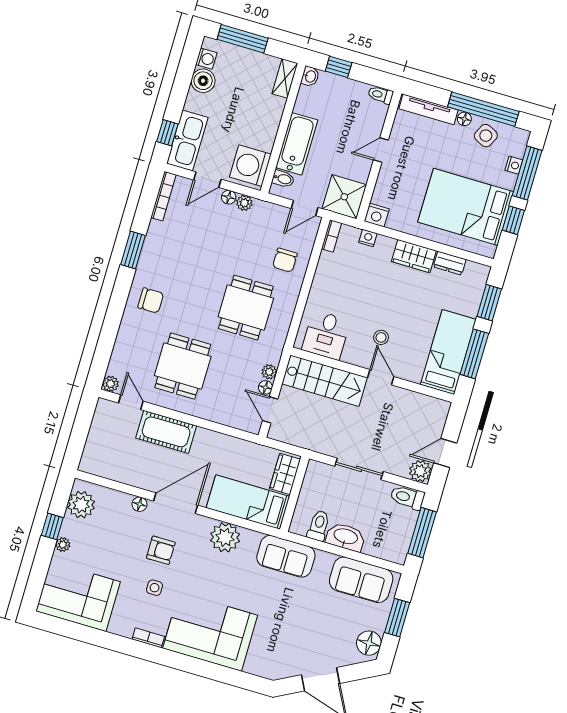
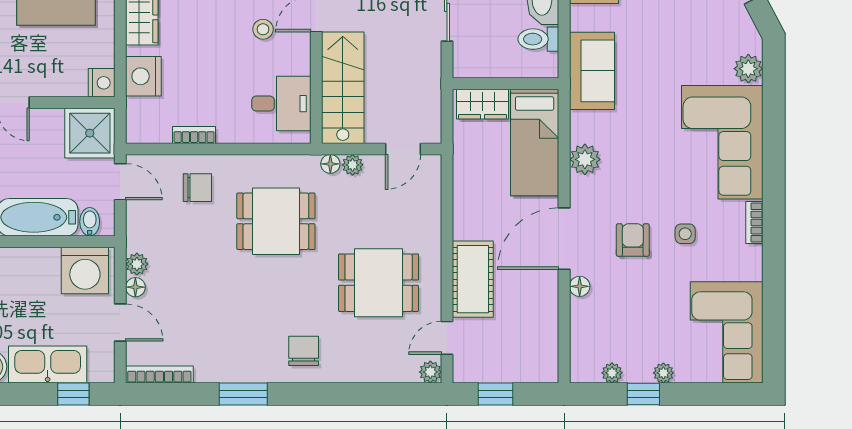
kitchen sink: (187, 140) -> (48, 364), moved
bookcase: (331, 236) -> (194, 135), moved
nightstand: (368, 238) -> (143, 76), width x1.89, depth x1.79
floor lamp: (265, 387) -> (330, 164), moved
window: (82, 424) -> (495, 394), added
door: (176, 503) -> (564, 239), hinge flipped
plant: (81, 505) -> (612, 373), width x0.53, depth x0.53
plant: (225, 537) -> (585, 159), width x0.73, depth x0.73
plant: (256, 665) -> (748, 69), added

